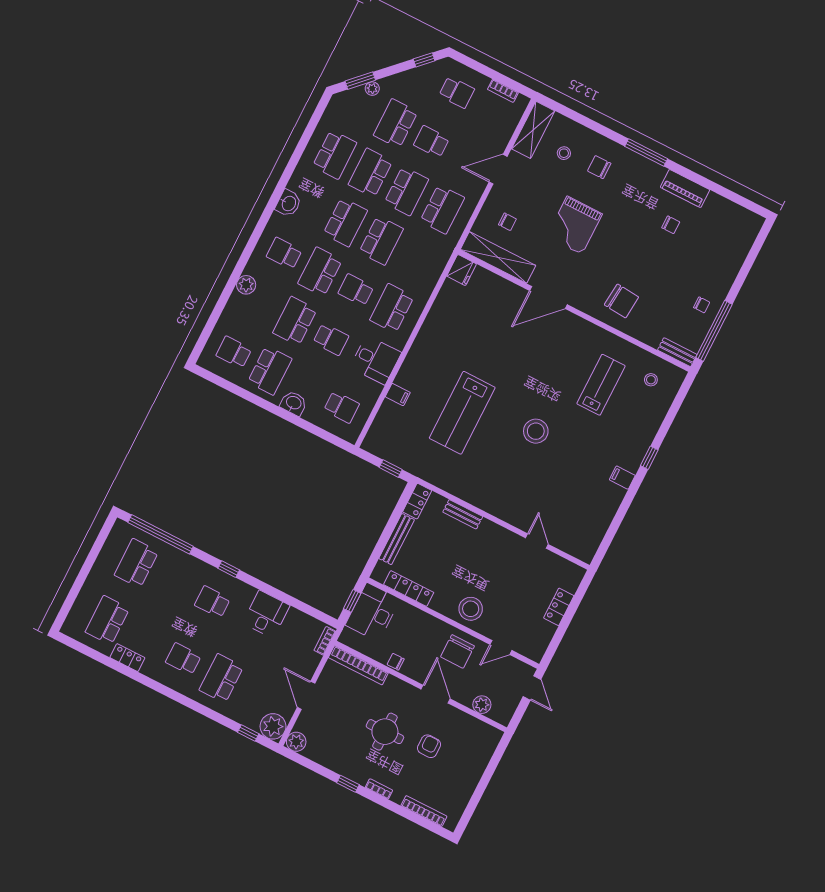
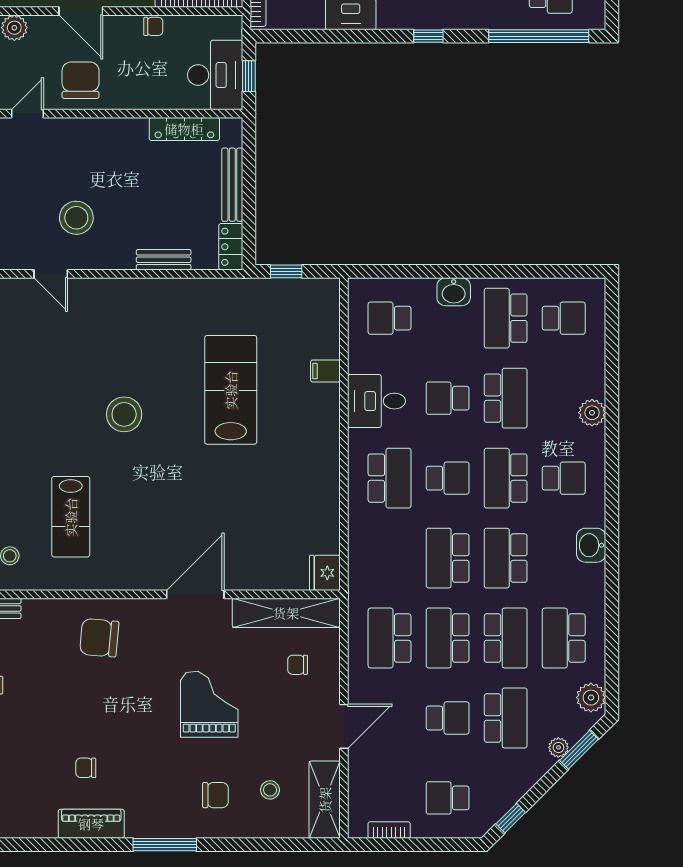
plant: (336, 109) -> (591, 698), added
school desk: (320, 272) -> (506, 478), turned 180
stool: (471, 609) -> (76, 218), moved

